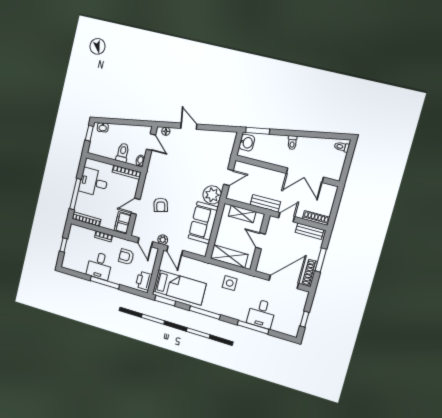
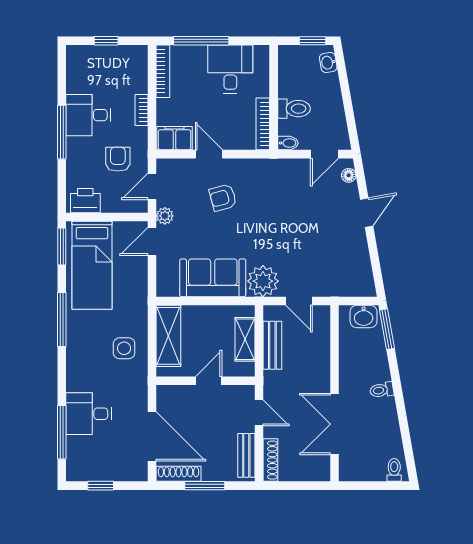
bench: (265, 203) -> (272, 345), moved
window: (253, 327) -> (62, 432), moved

